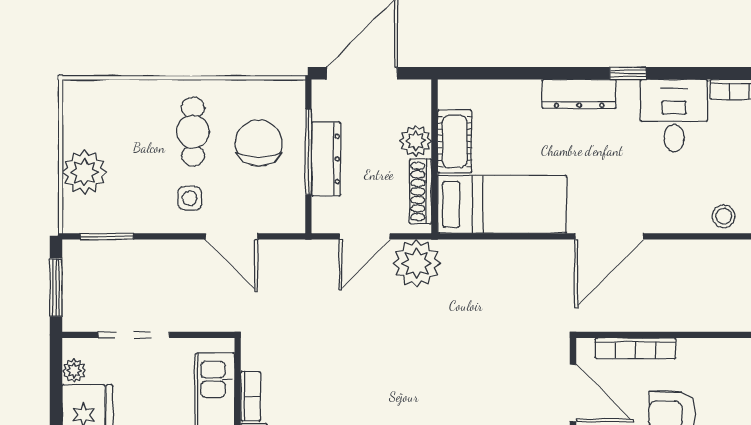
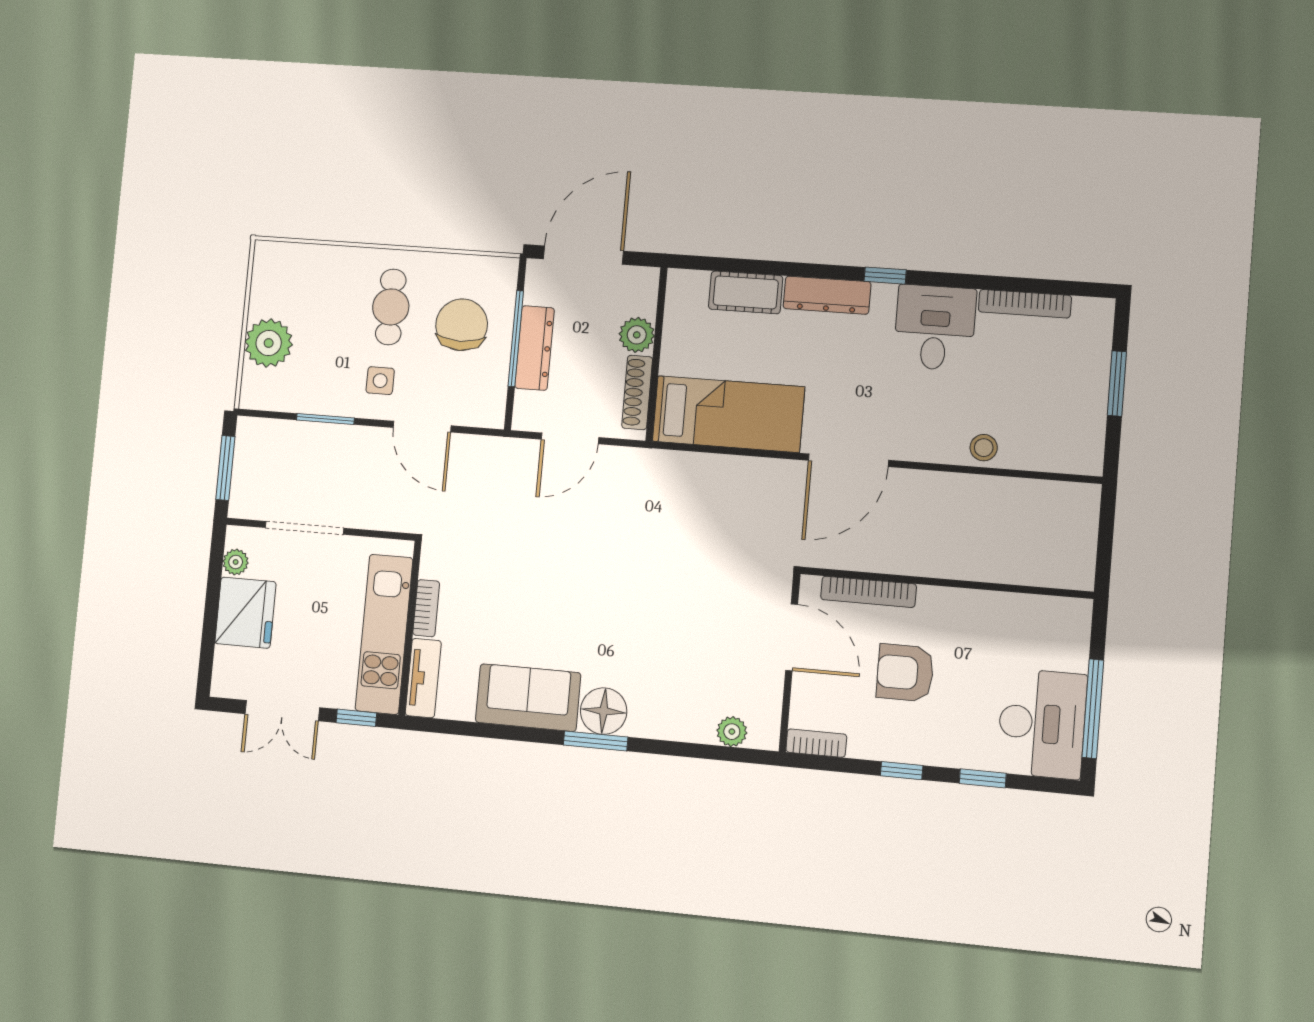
cot: (455, 142) -> (746, 292), moved, turned 90
window: (107, 236) -> (325, 419), moved
plant: (417, 263) -> (626, 473), removed

